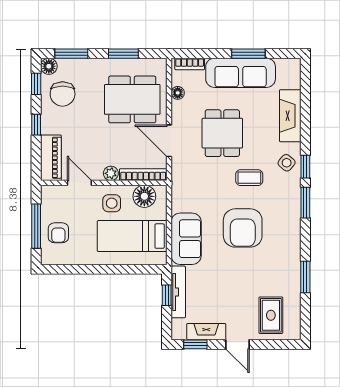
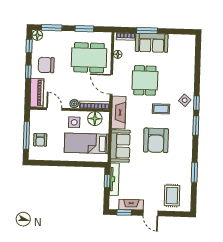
window: (248, 54) -> (147, 31), moved
sofa: (241, 73) -> (152, 43), width x0.73
chair: (63, 94) -> (46, 65), moved, turned 90
fireplace: (290, 116) -> (119, 112), moved, turned 180

